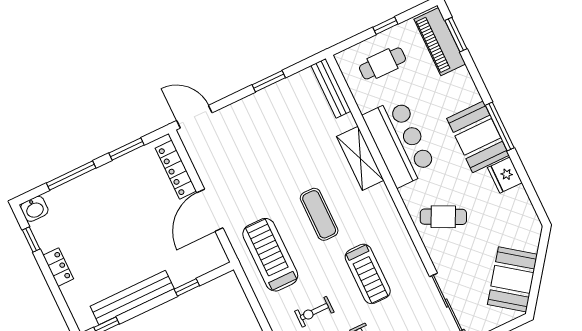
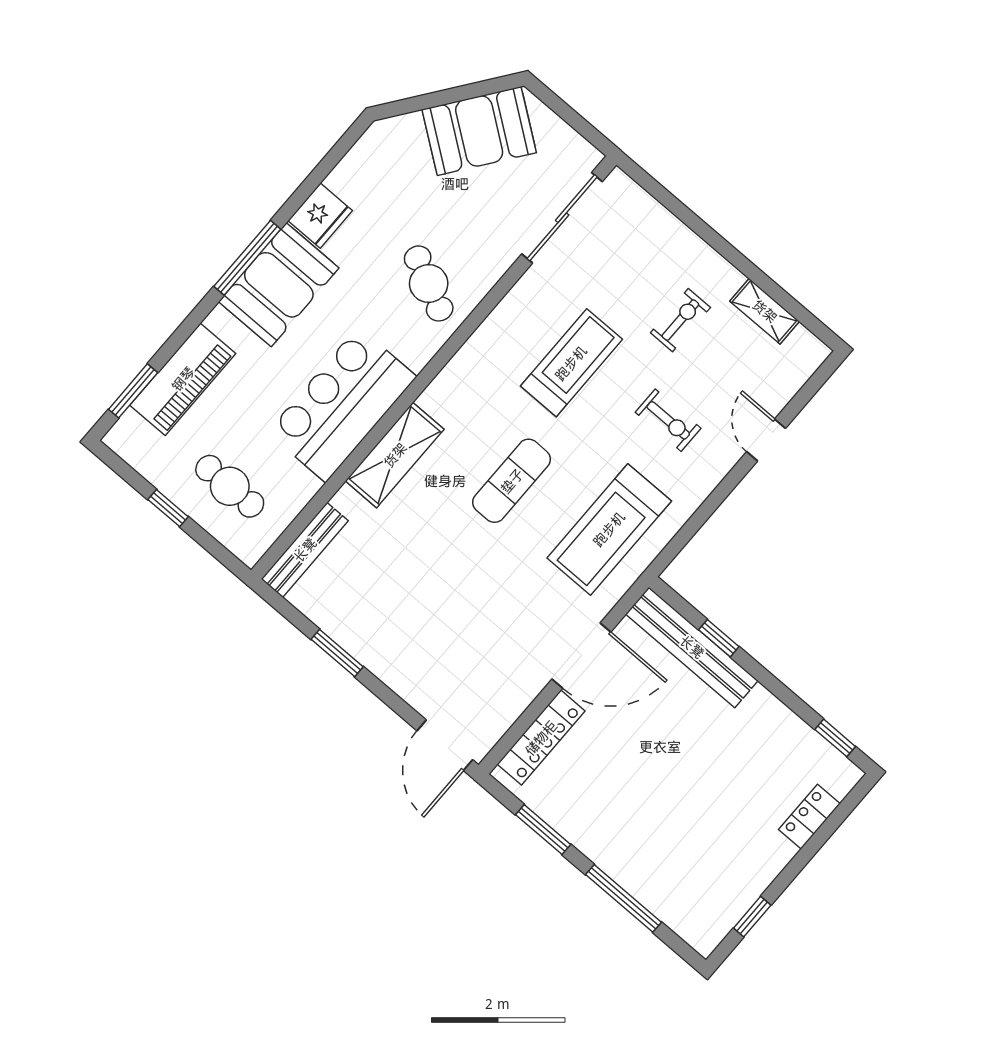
piano: (440, 42) -> (183, 379), moved
washbasin: (34, 209) -> (702, 933), removed
locker: (58, 267) -> (809, 817), moved
bench: (132, 298) -> (692, 647), moved

